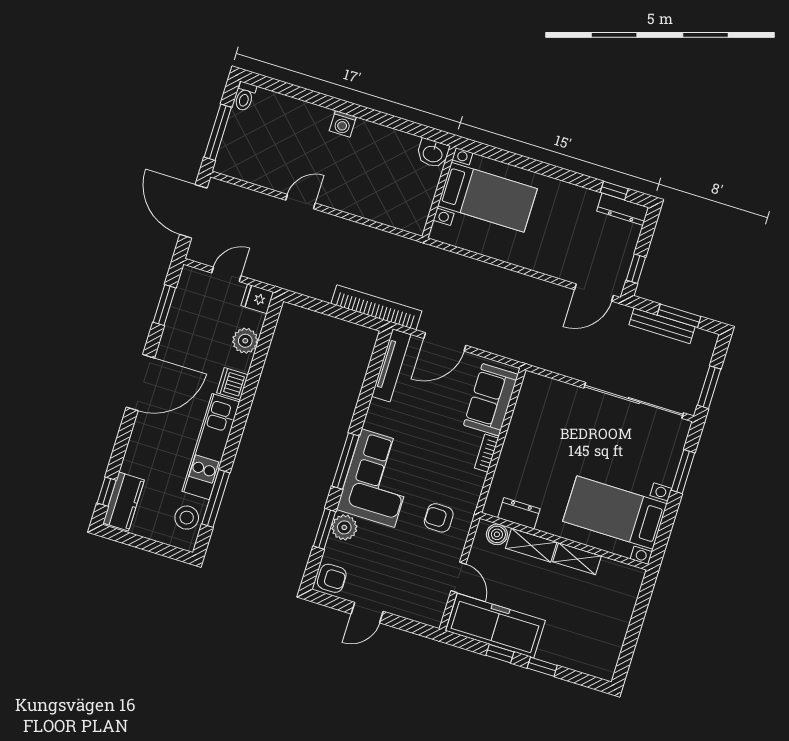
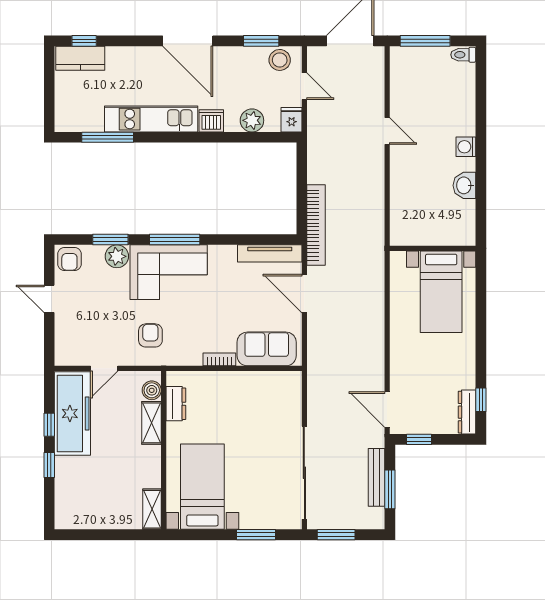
washbasin: (433, 153) -> (464, 185), moved
stool: (187, 518) -> (280, 60), moved
shelving: (577, 559) -> (152, 509), moved

